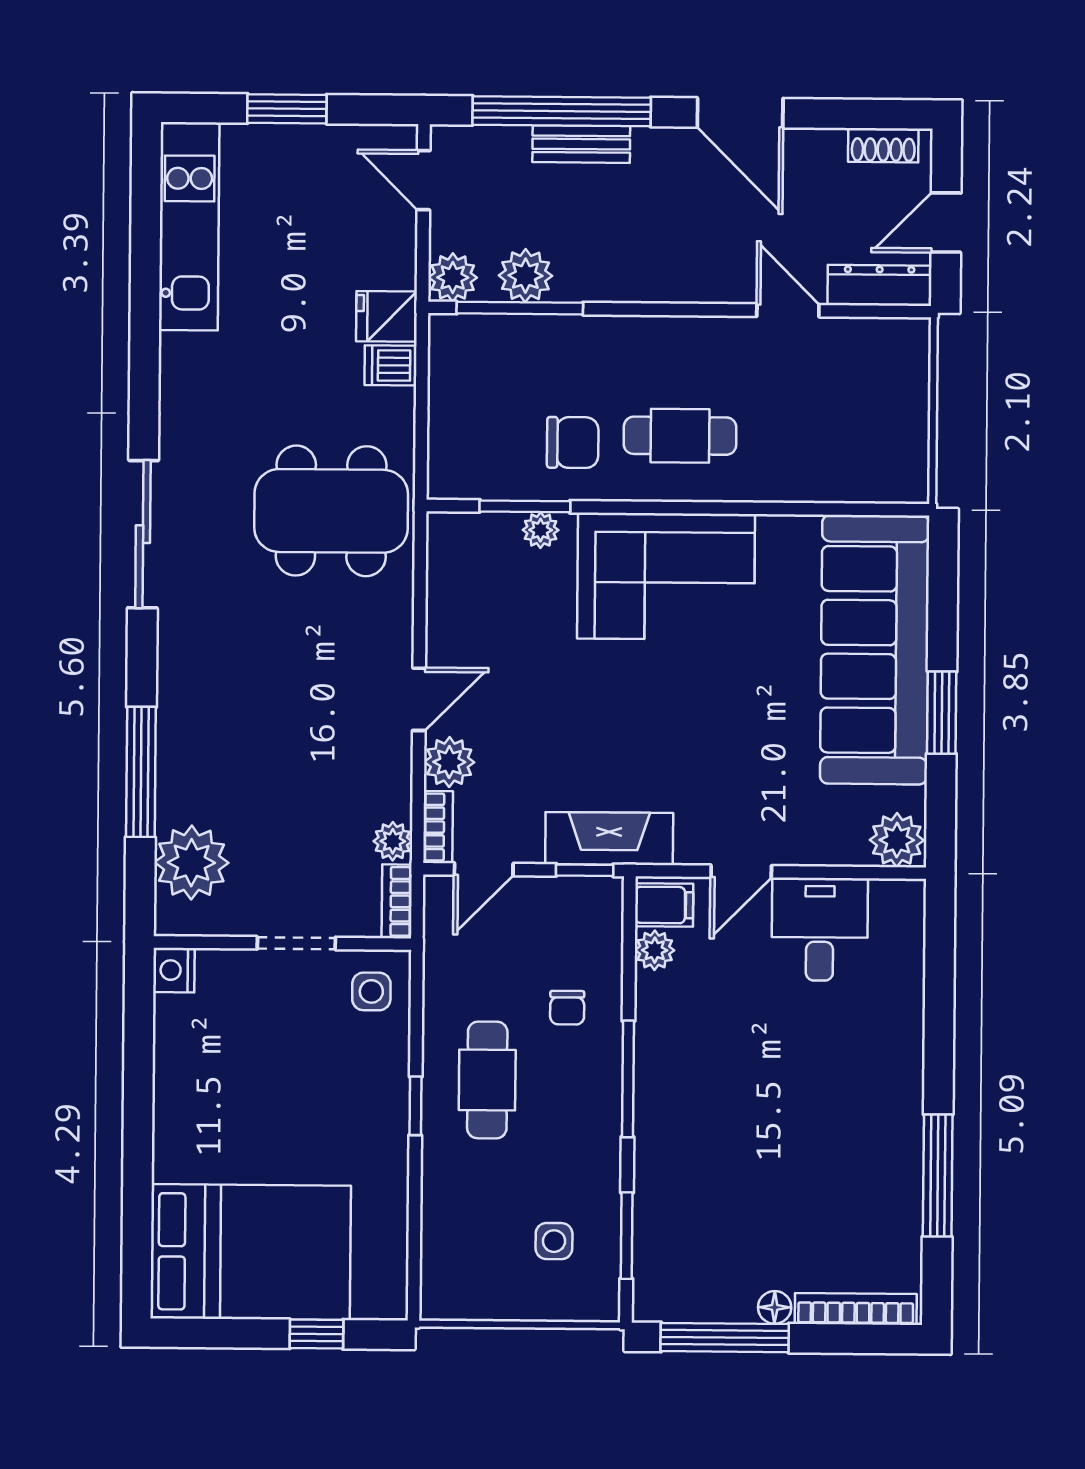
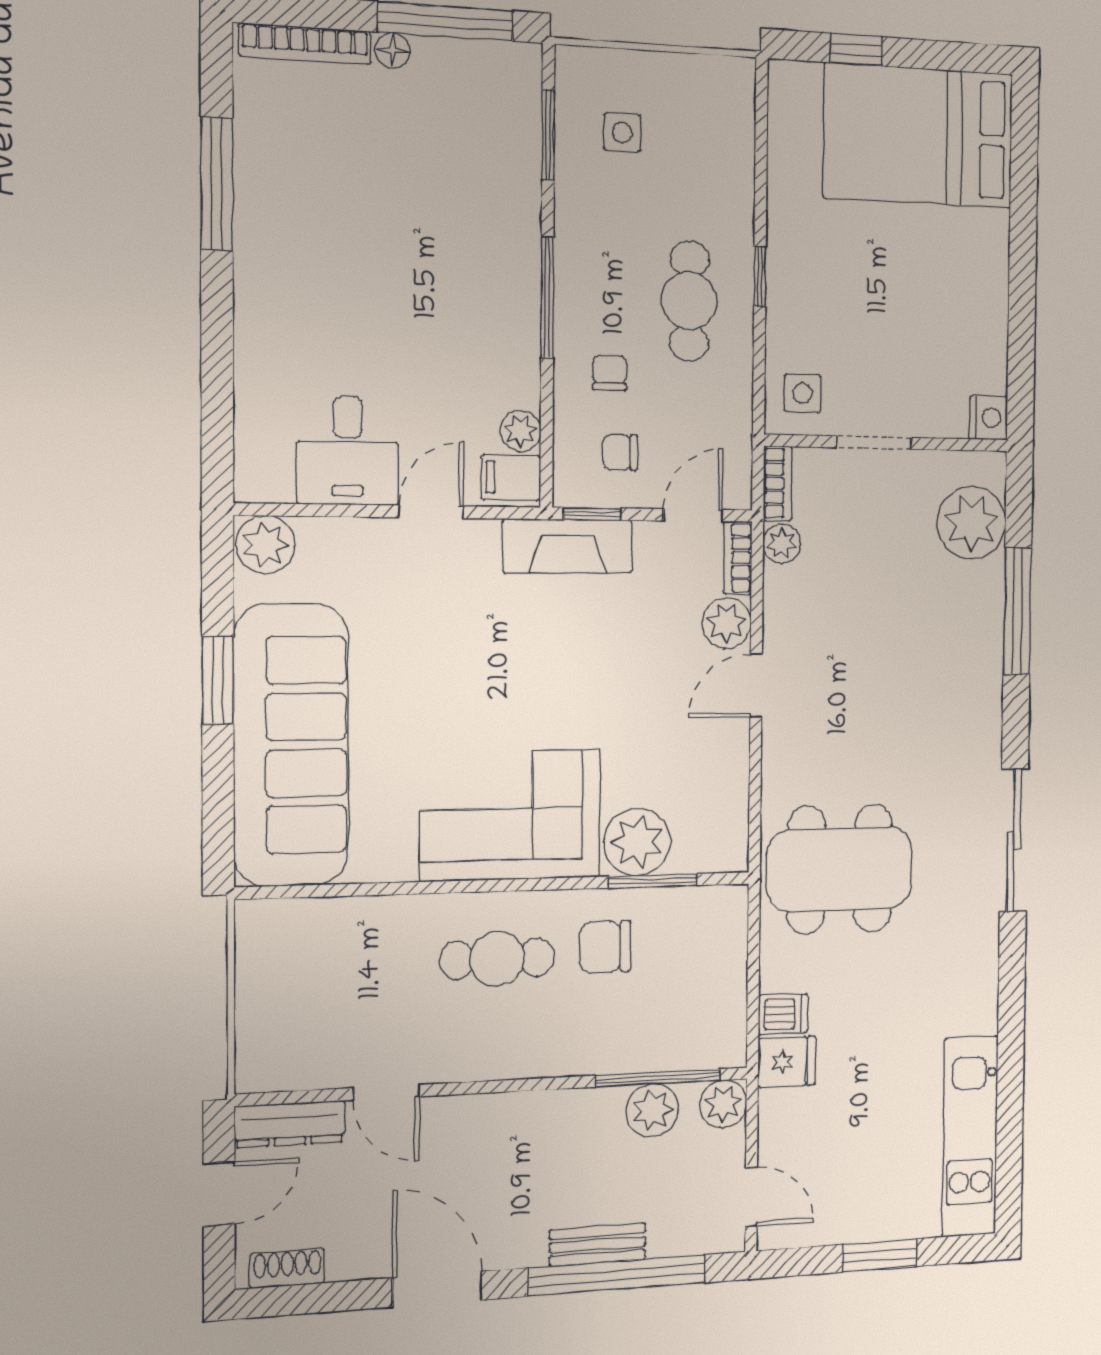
plant: (541, 530) -> (637, 842), width x1.88, depth x1.88
chair: (557, 930) -> (620, 452), added

